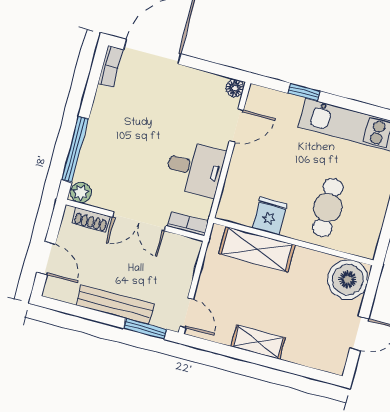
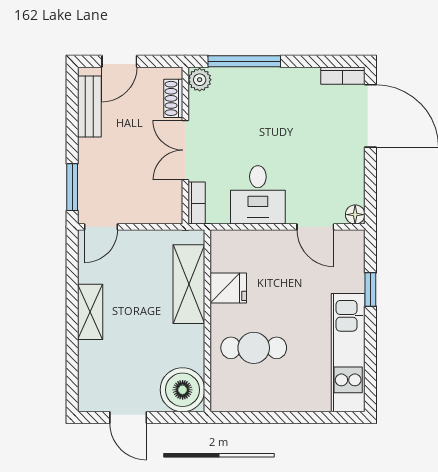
bench: (115, 305) -> (89, 106), moved, width x0.73

